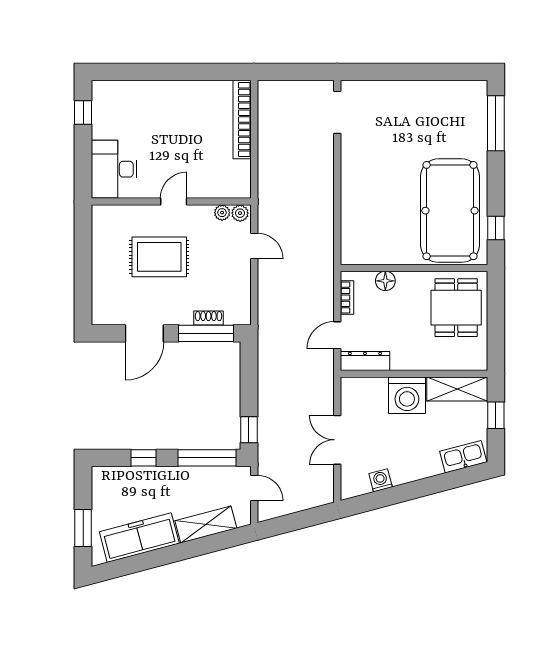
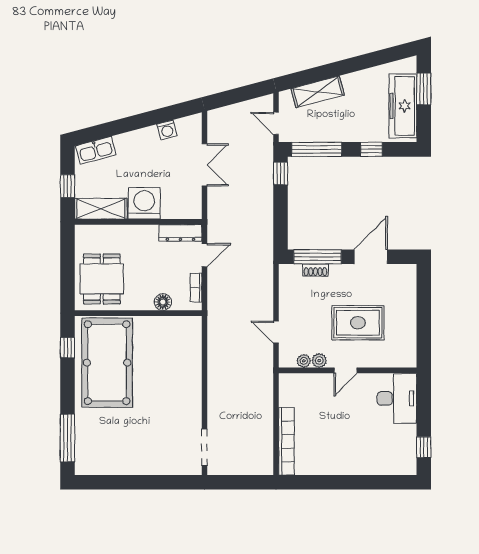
plant: (240, 213) -> (319, 360), moved
freezer: (139, 538) -> (403, 106), moved, turned 105

